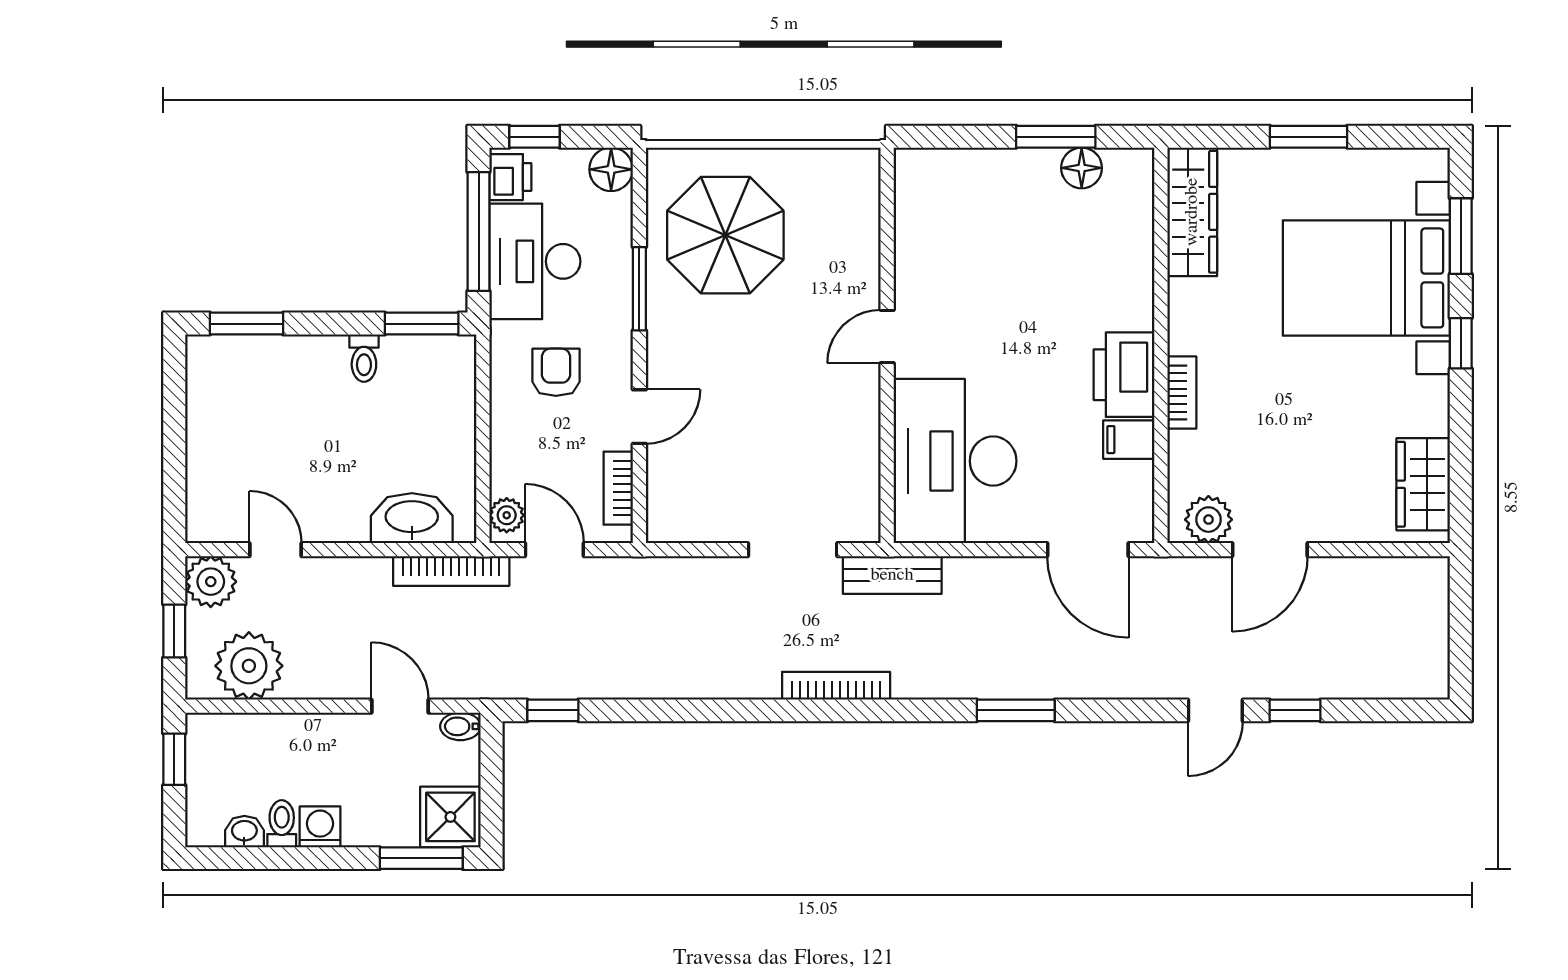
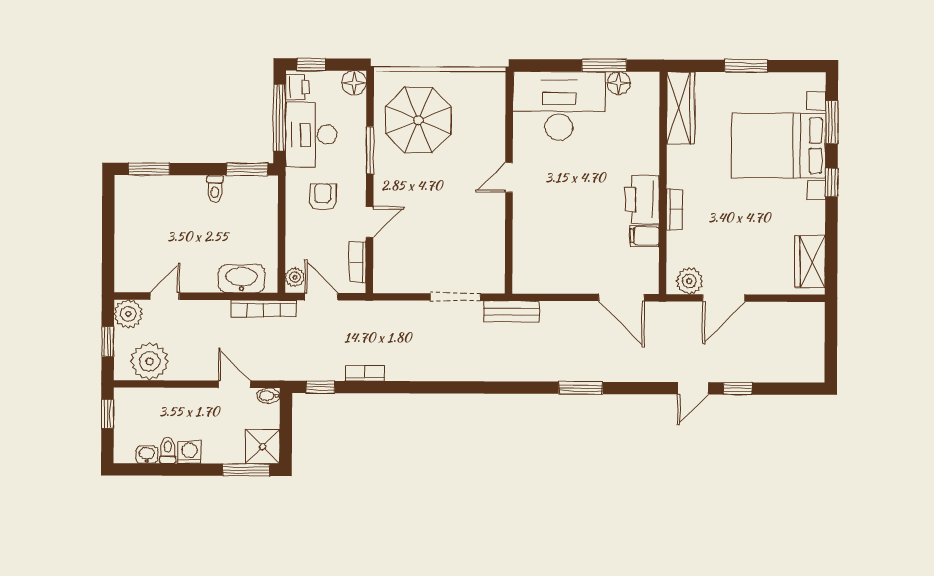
desk: (955, 461) -> (559, 106), moved, turned 90
door: (275, 550) -> (165, 296), hinge flipped
bookcase: (836, 686) -> (365, 373), moved, width x0.64

